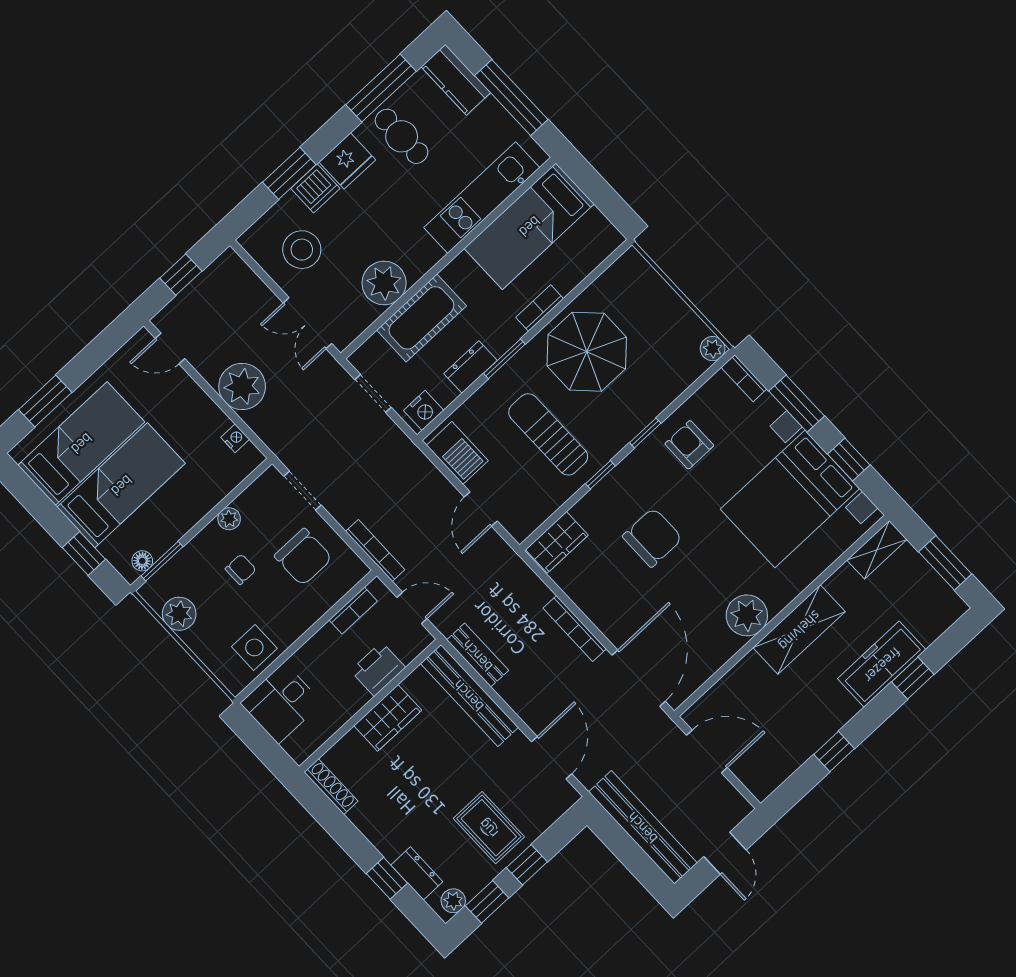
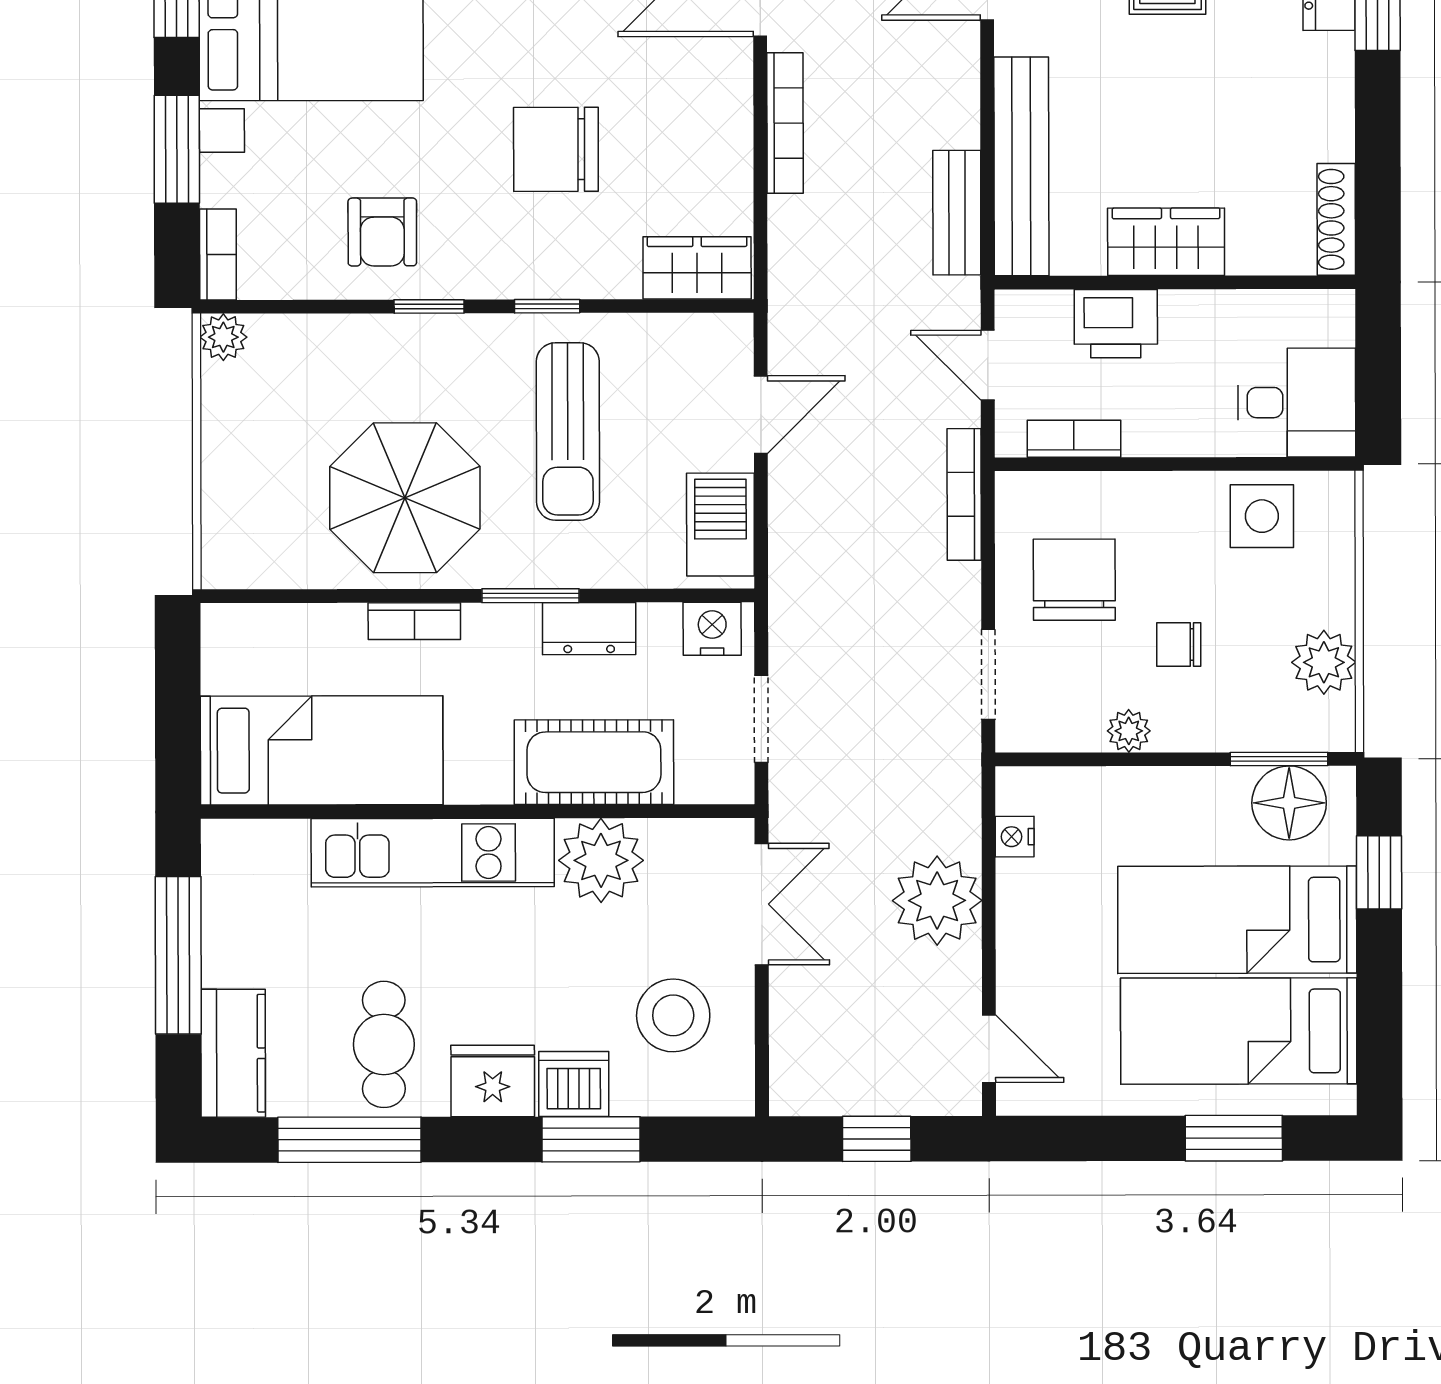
kitchen unit: (482, 198) -> (433, 853), moved
floor lamp: (142, 561) -> (1289, 803), width x1.89, depth x1.89

